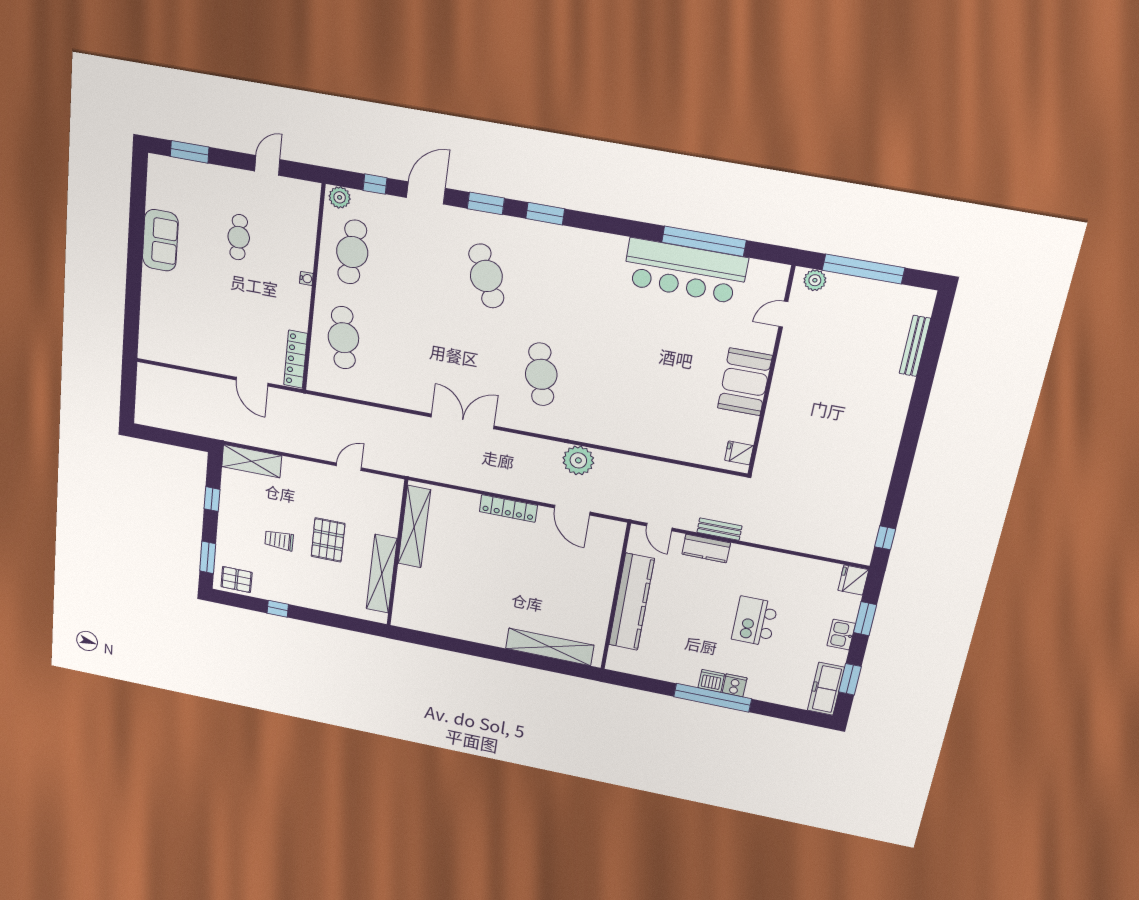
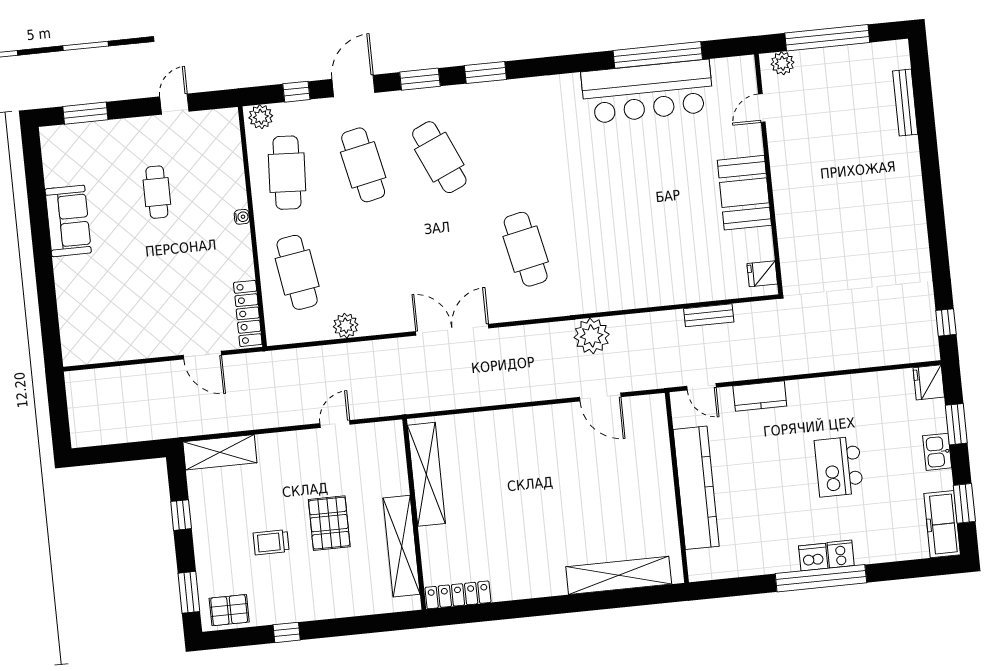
cafe table: (419, 264) -> (363, 165), added
plant: (375, 392) -> (346, 326), added
locker: (508, 508) -> (458, 595), moved, turned 180
bench: (719, 529) -> (709, 315), moved

